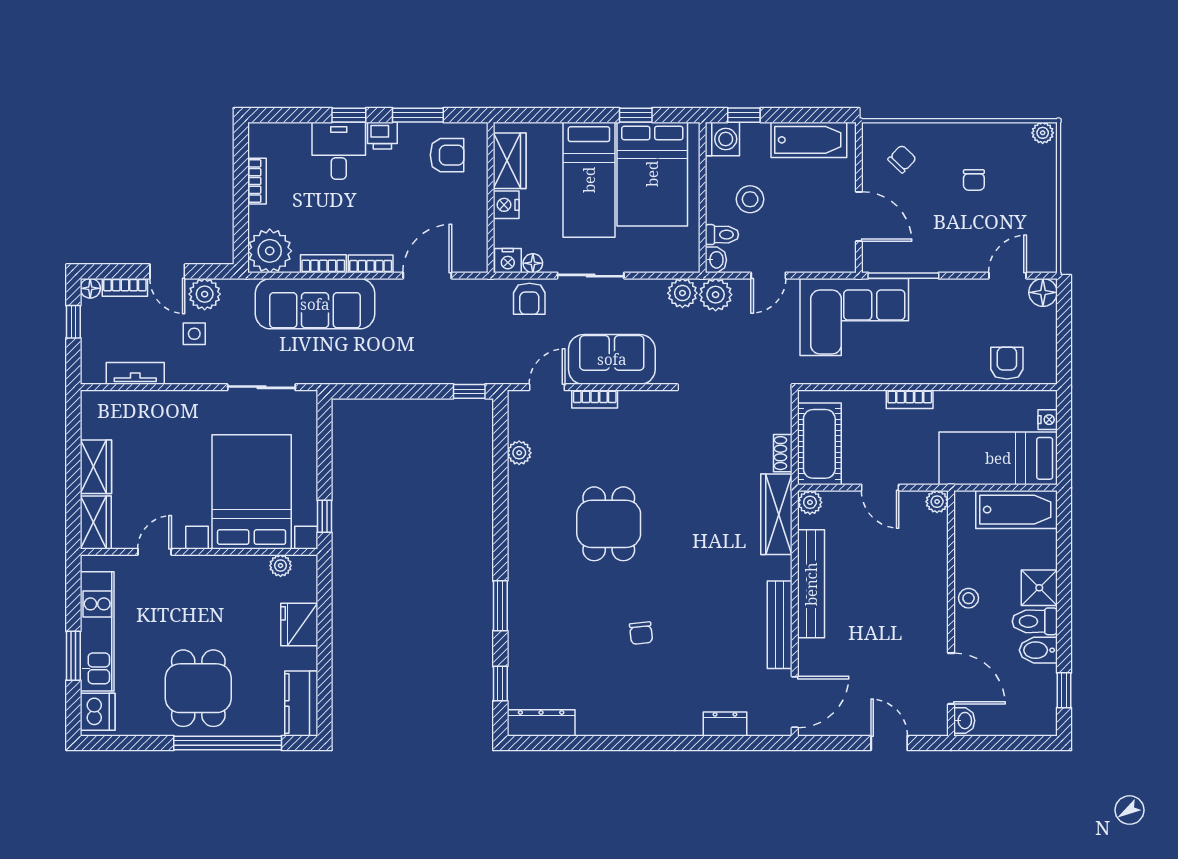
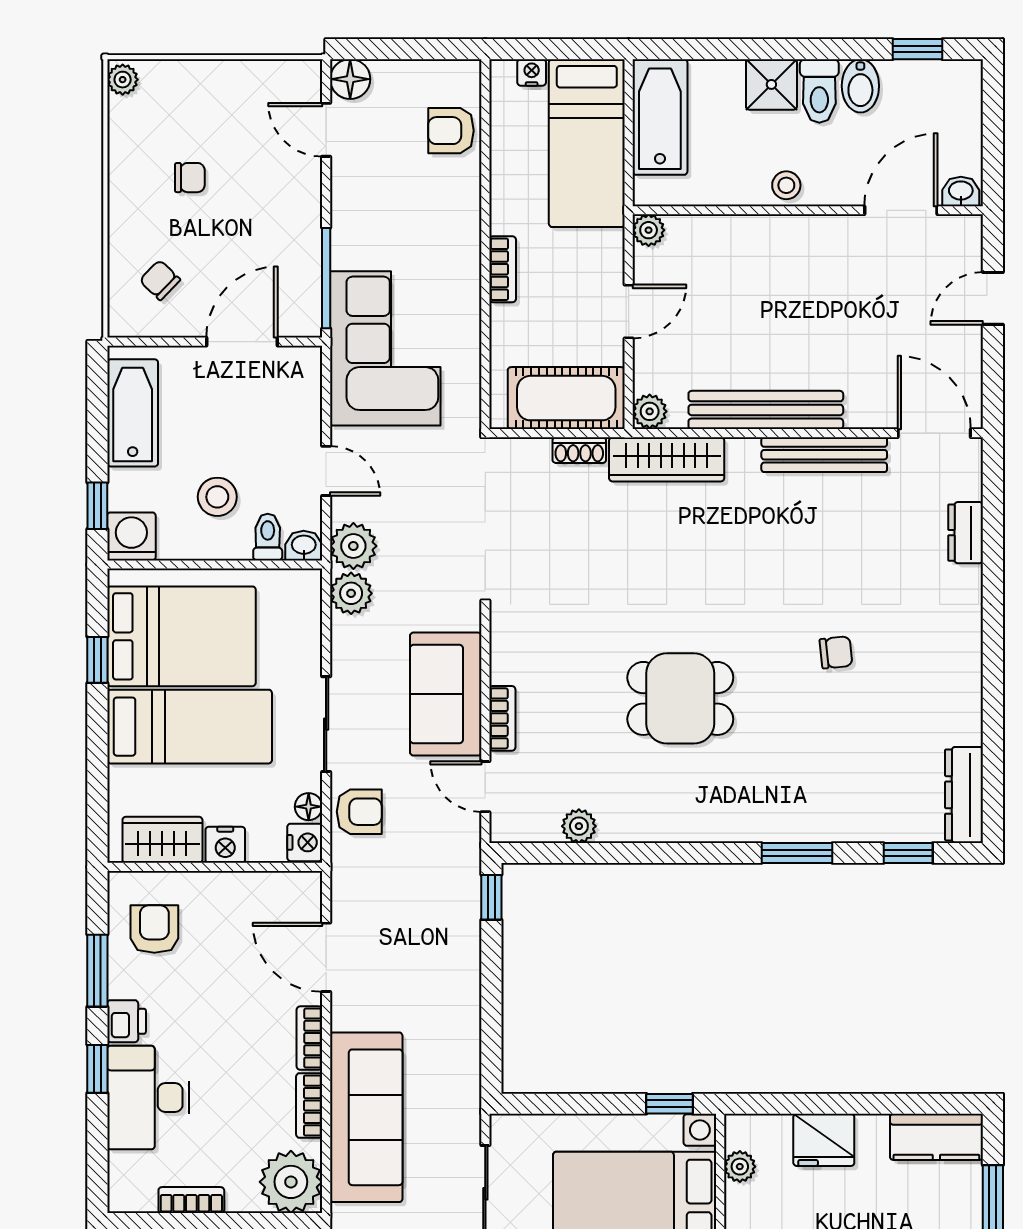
desk: (339, 151) -> (148, 1098), width x1.37

